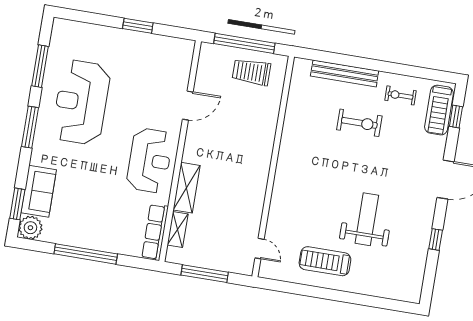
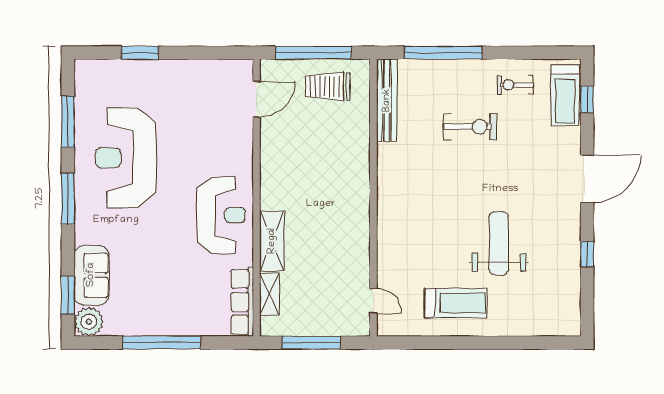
window: (138, 26) -> (140, 53), moved
window: (348, 60) -> (443, 53), added
bench: (345, 73) -> (387, 100), moved, turned 90
door: (188, 106) -> (257, 99), moved
treadmill: (325, 261) -> (456, 303), turned 180

